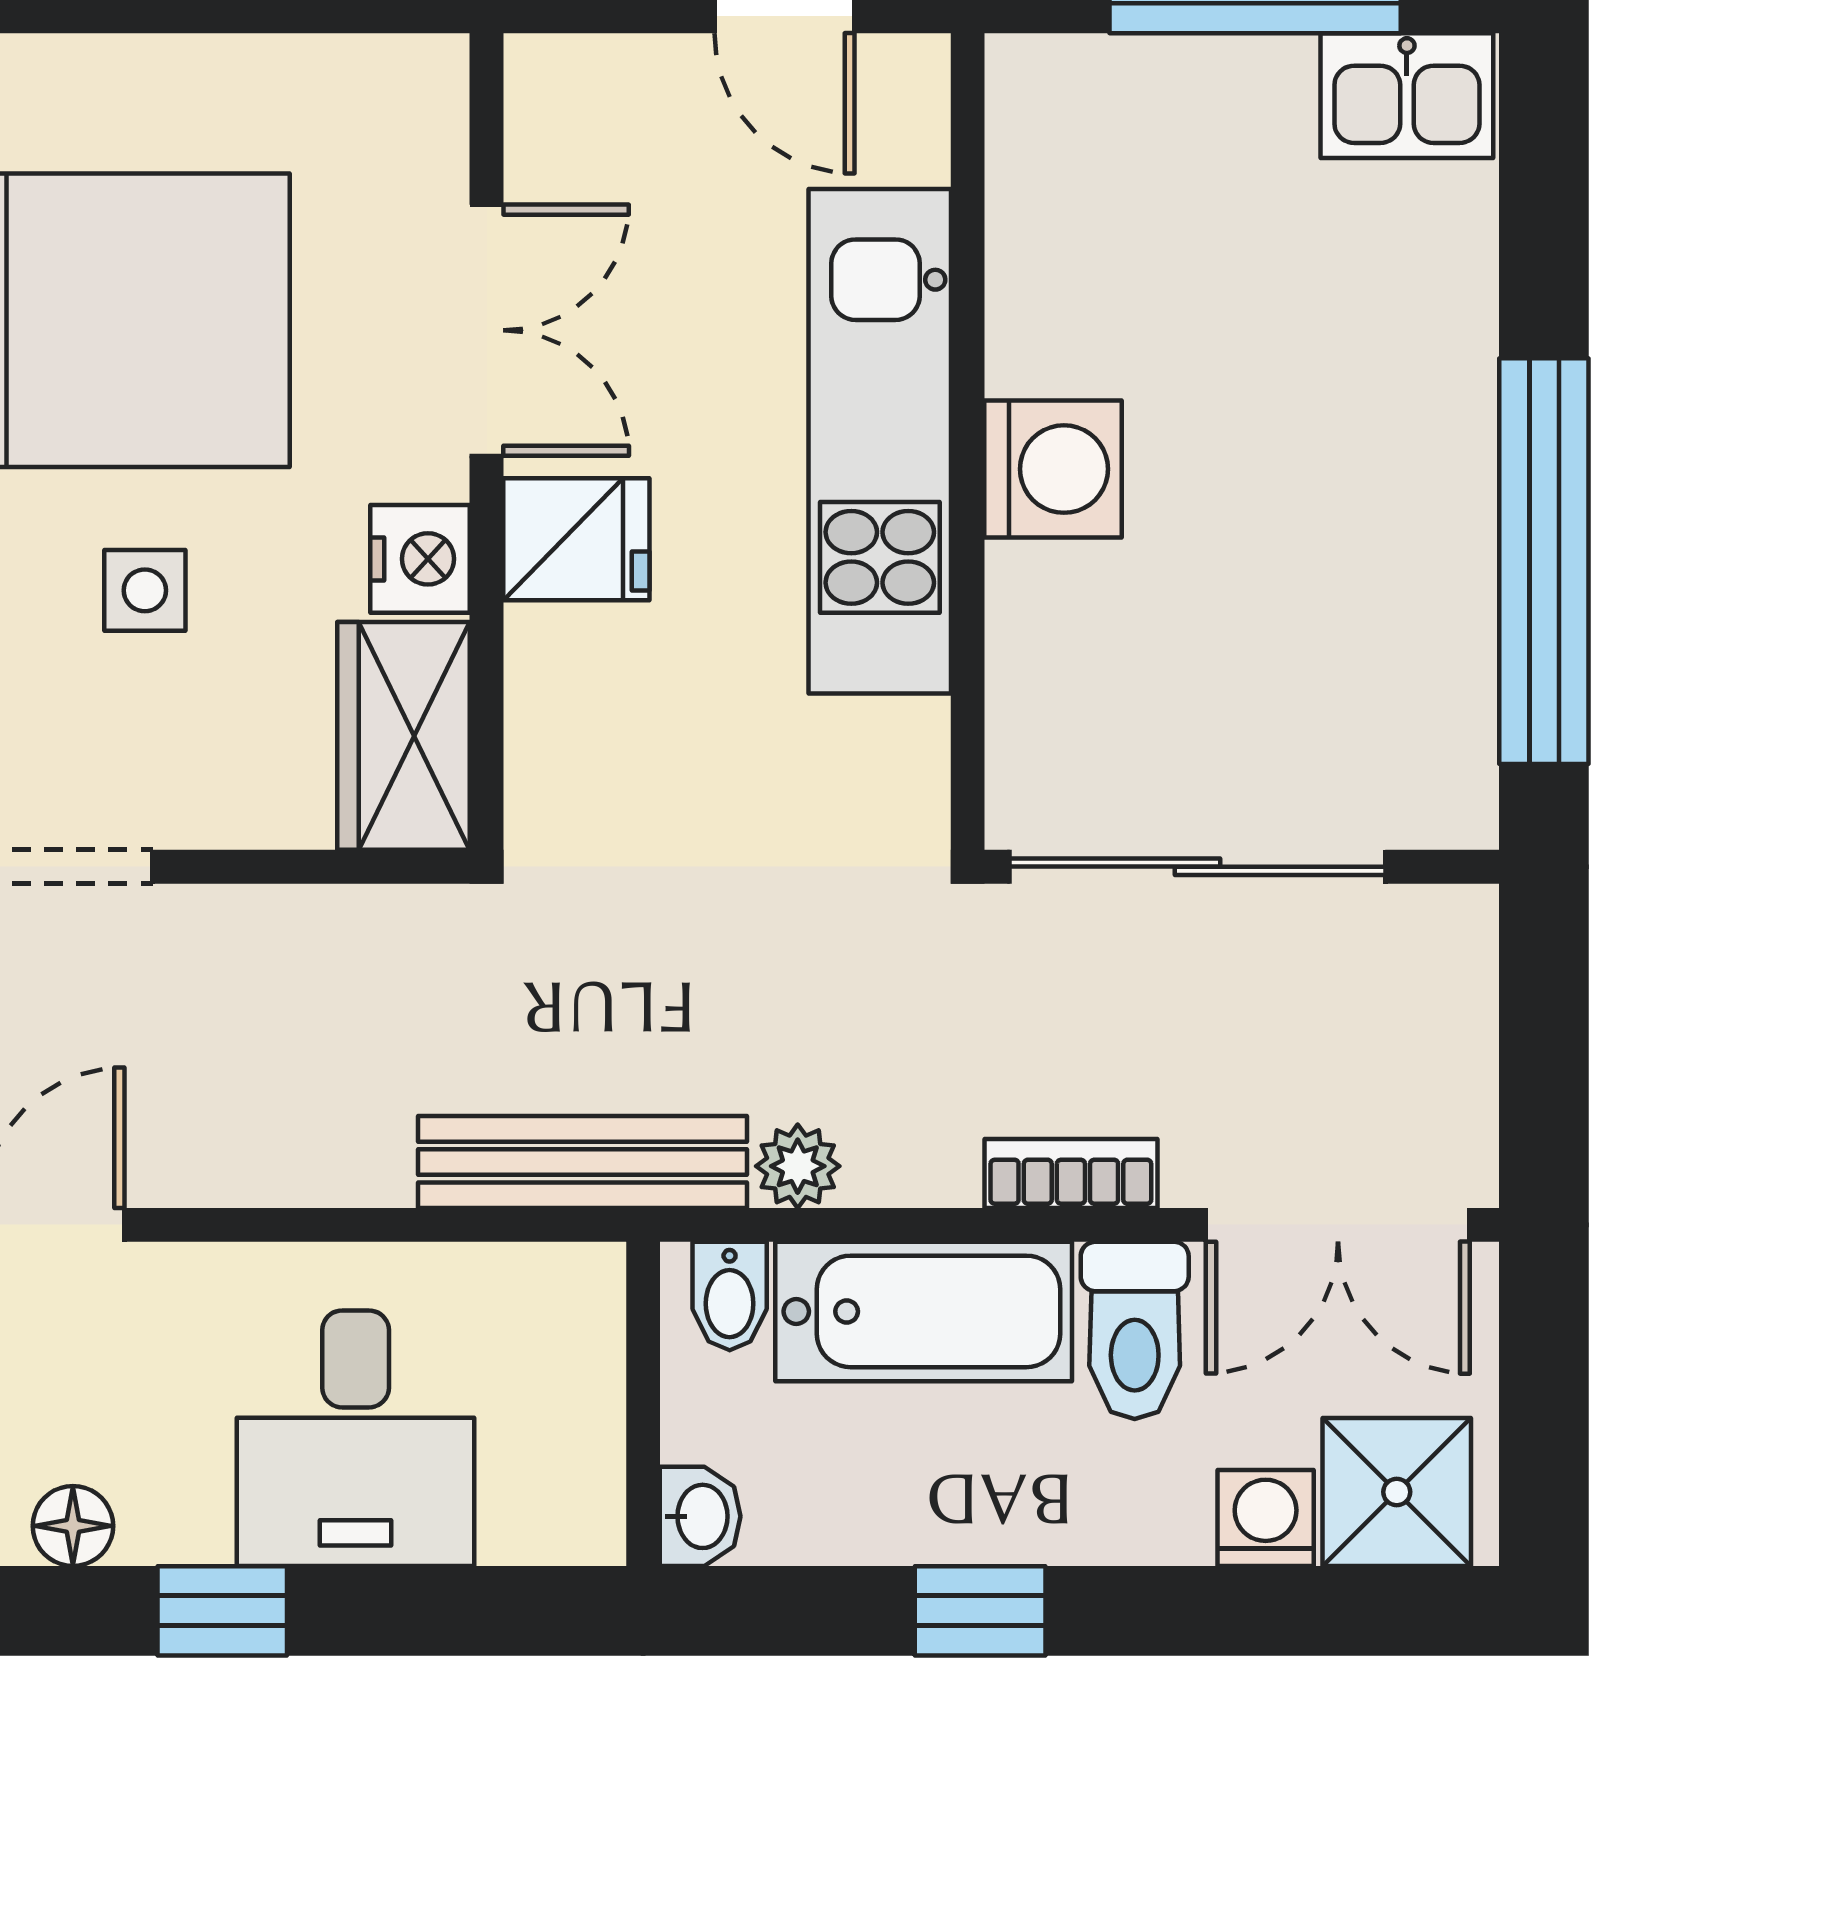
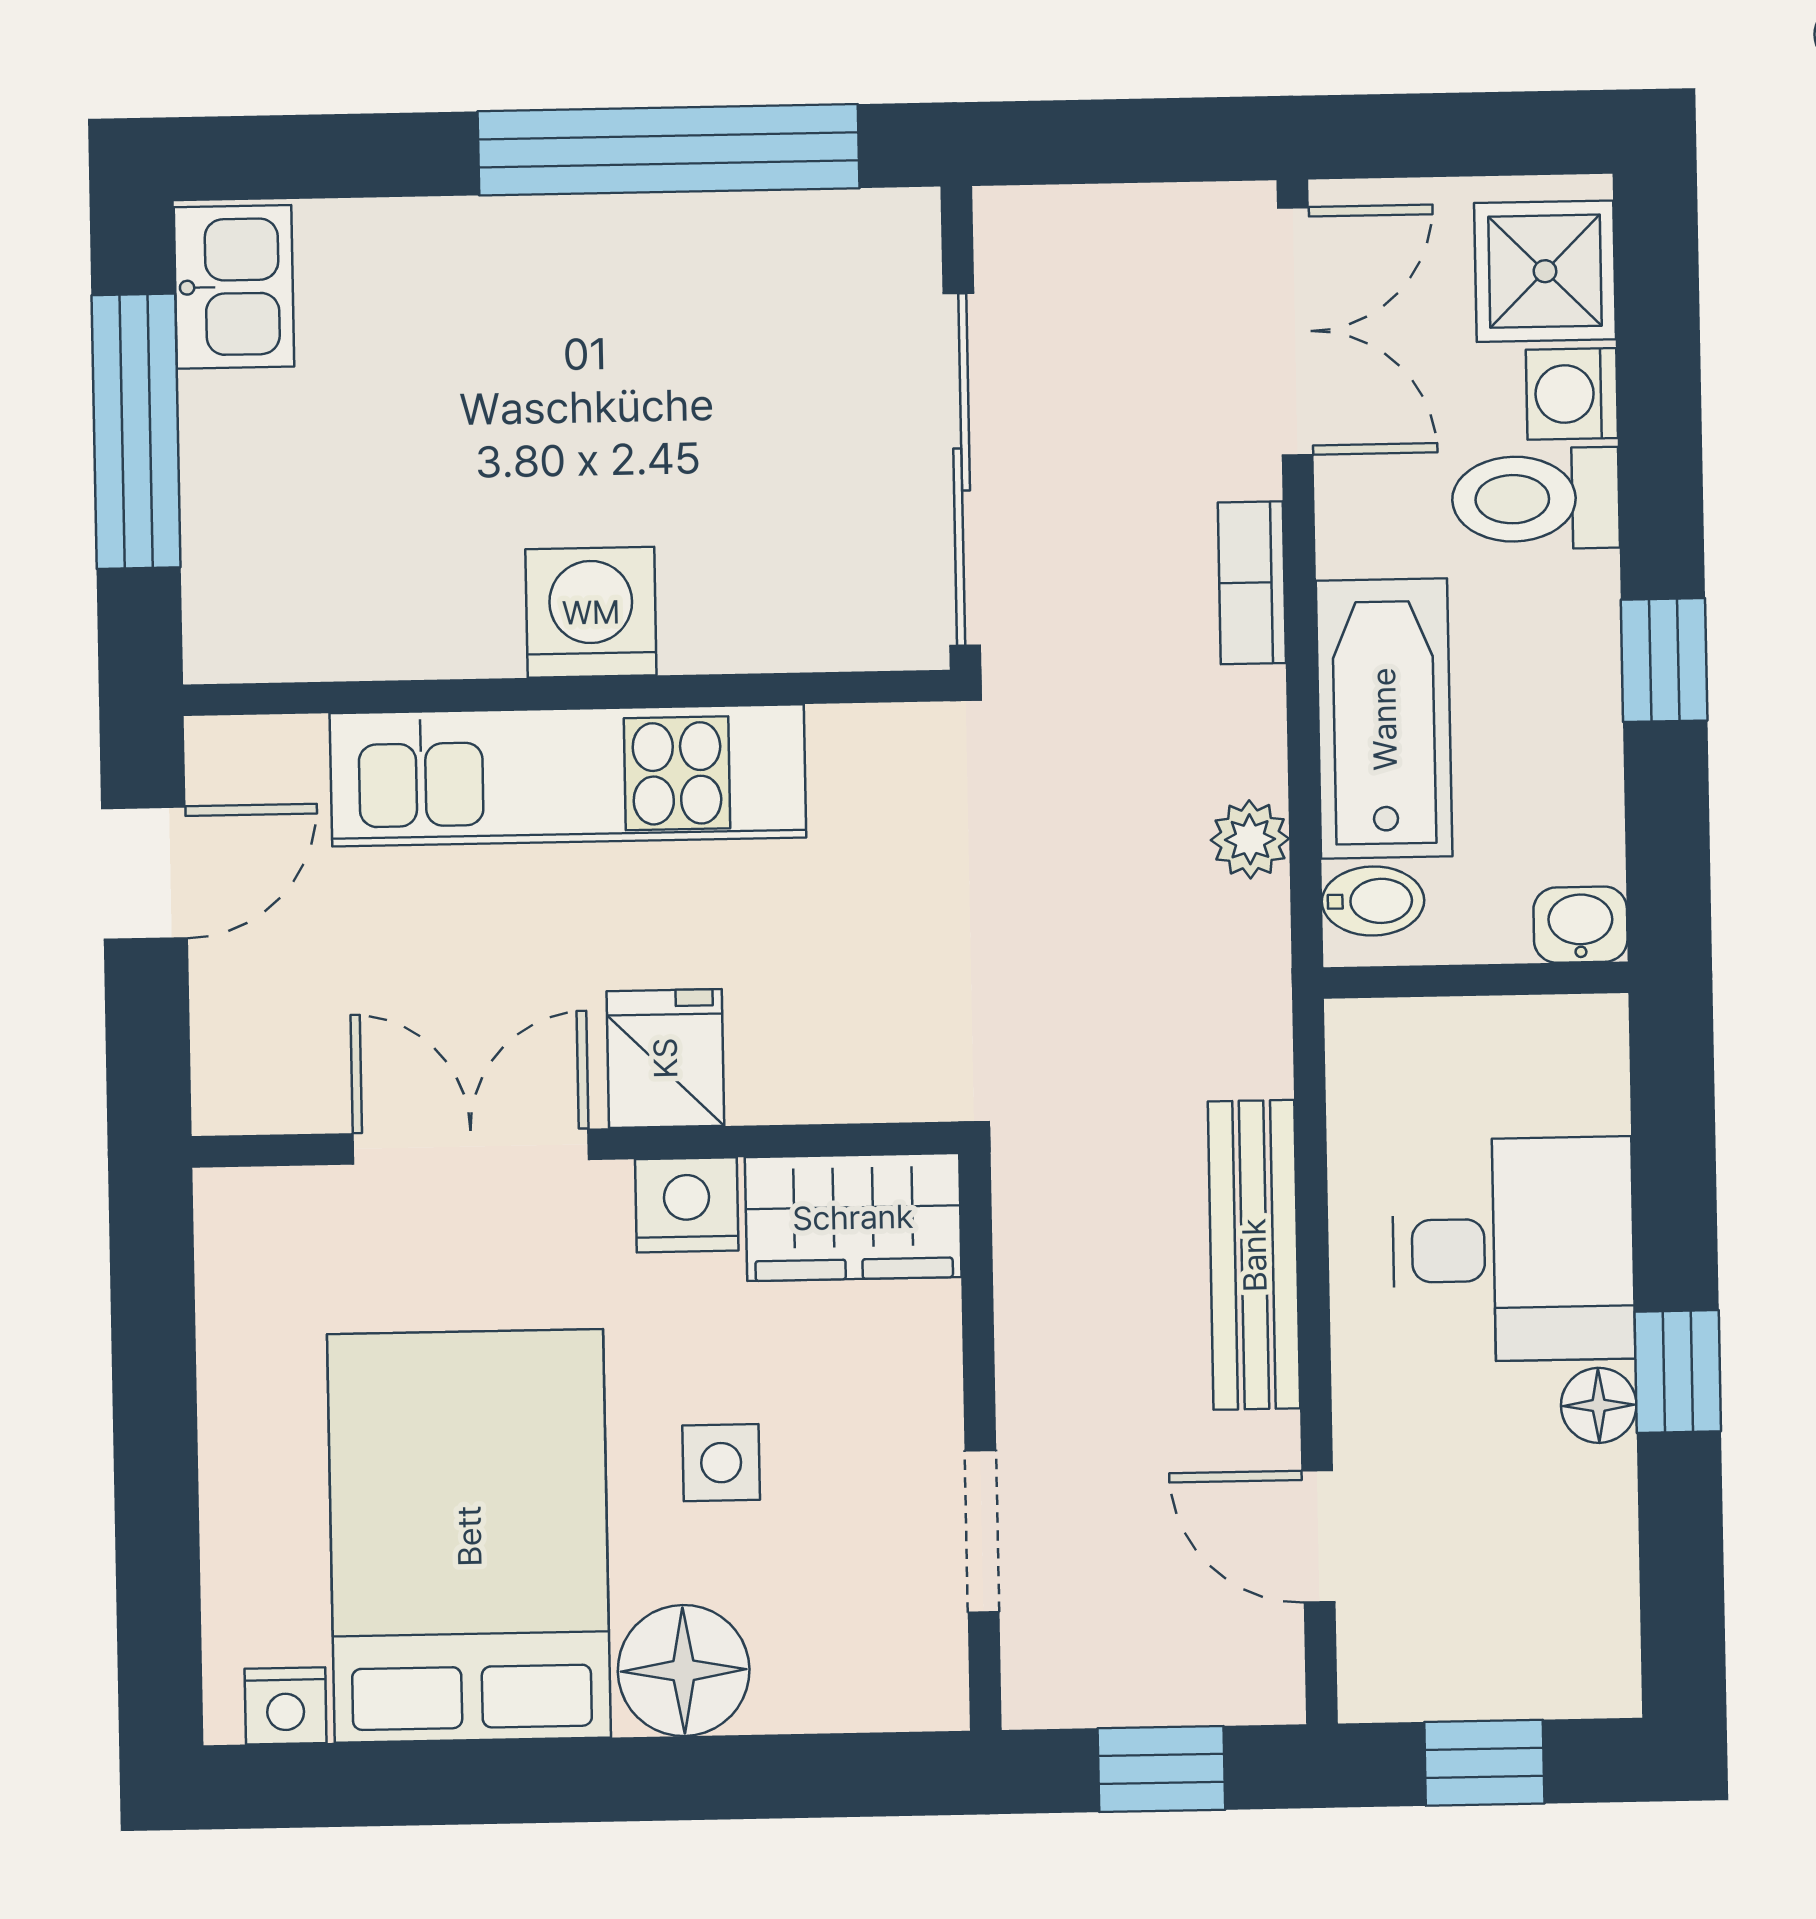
bench: (583, 1162) -> (1254, 1255), moved
toilet: (1135, 1330) -> (1536, 499), moved, turned 180
floor lamp: (73, 1526) -> (1599, 1405), moved

